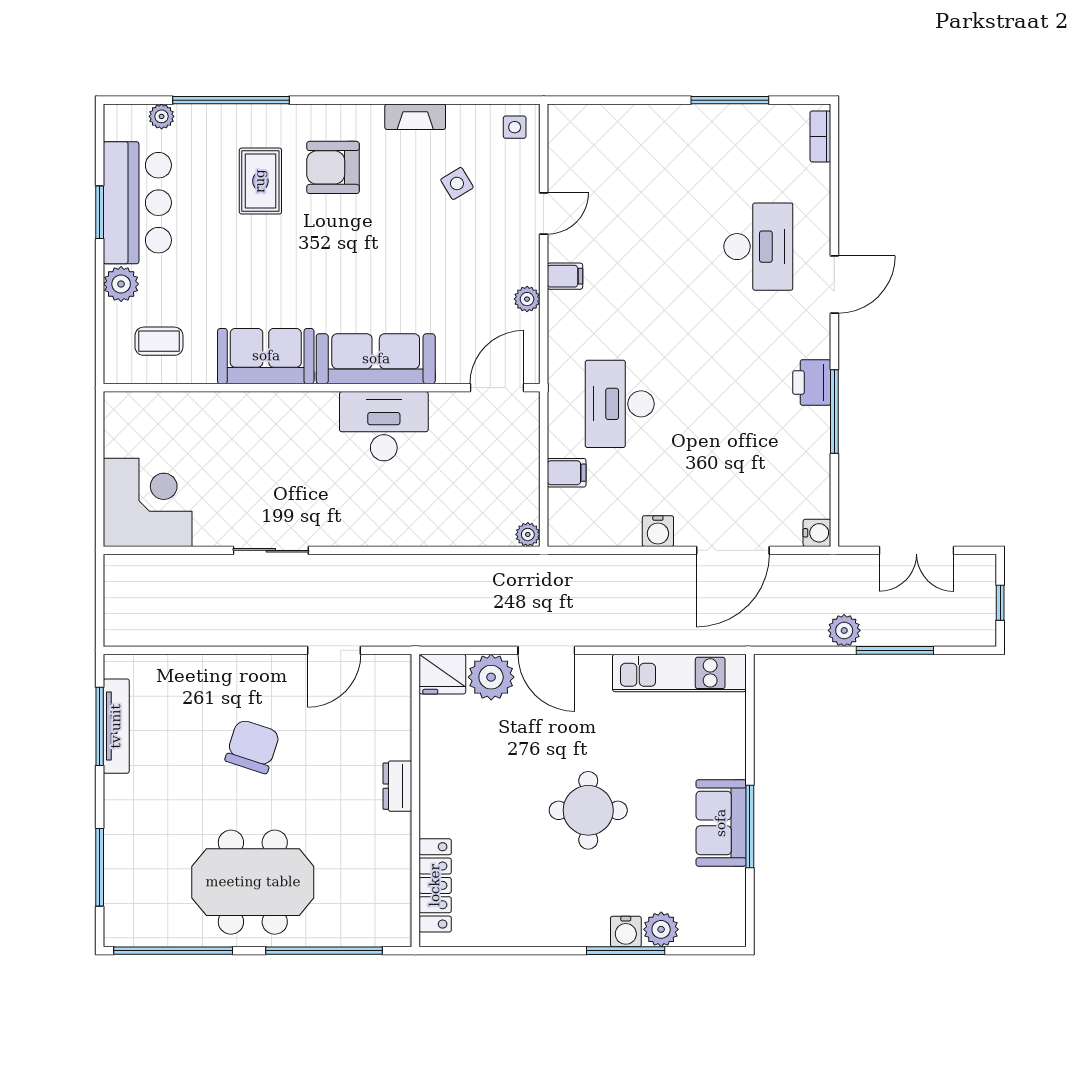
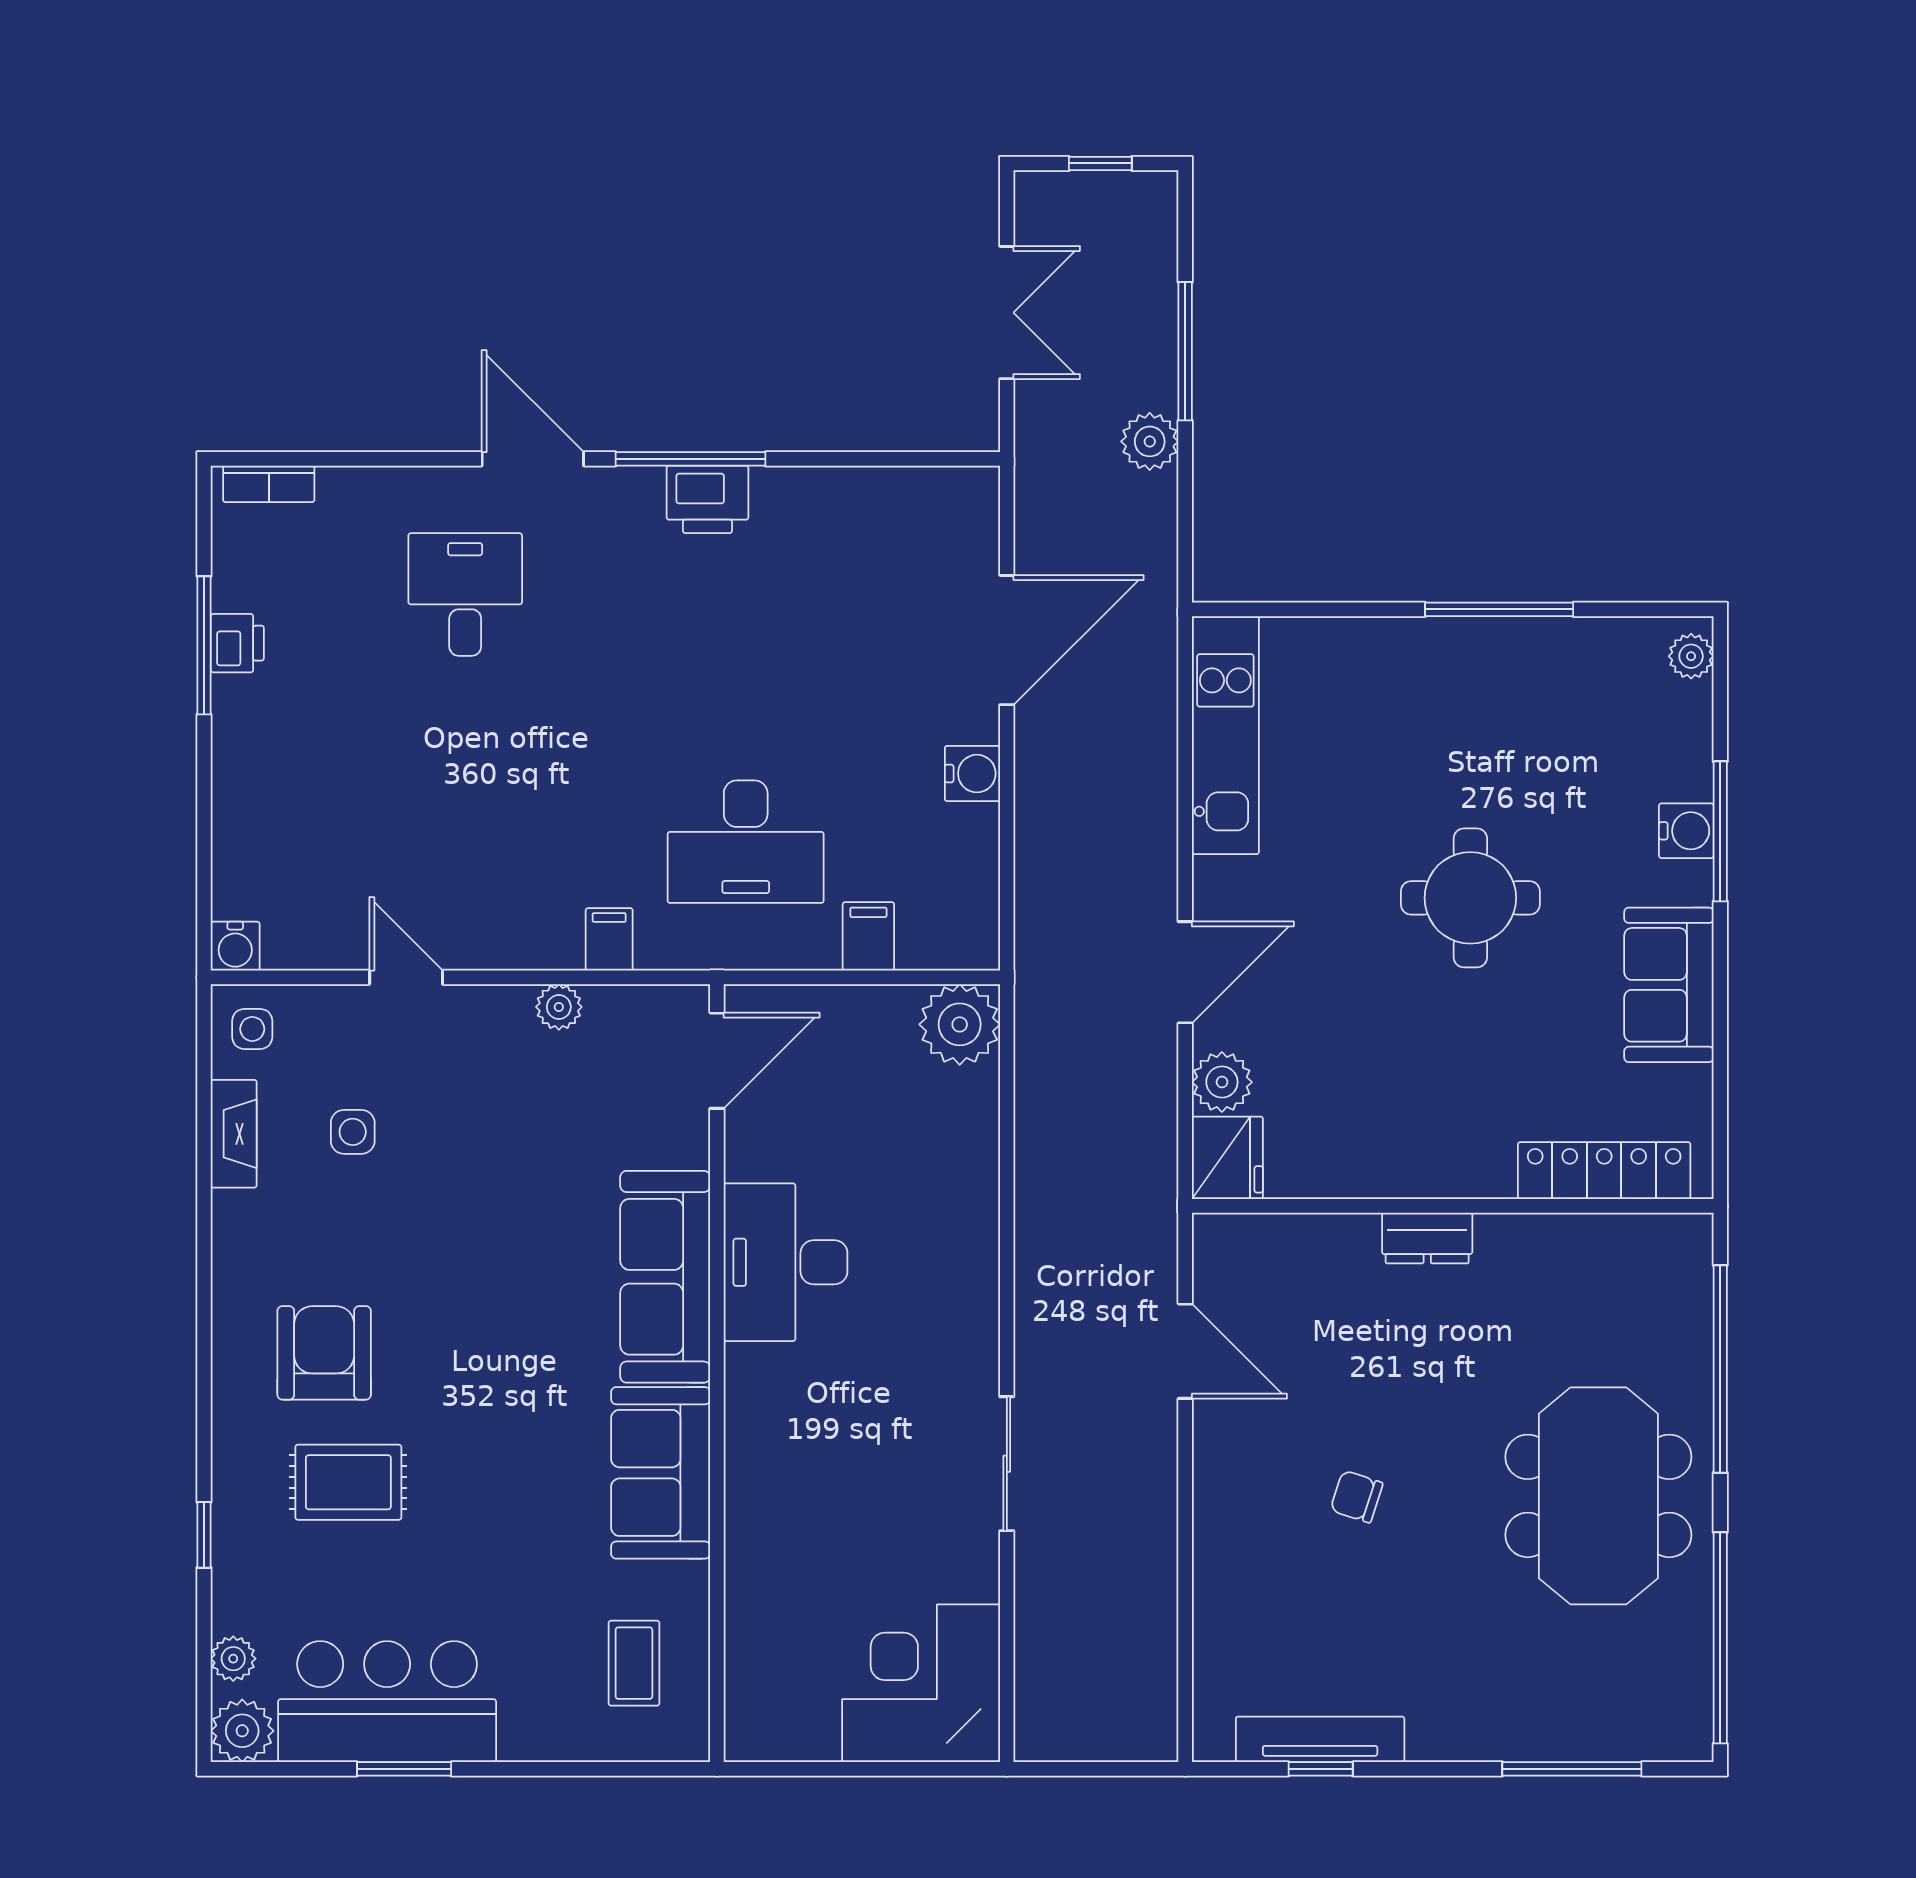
window: (231, 100) -> (204, 1535), width x0.32
fireplace: (415, 117) -> (234, 1134), moved
printer: (731, 119) -> (237, 643), added
armchair: (333, 167) -> (324, 1353), turned 180
side table: (457, 183) -> (353, 1132), turned 31
desk: (758, 247) -> (465, 595), width x0.73
filing cabinet: (565, 276) -> (609, 939), moved
plant: (121, 284) -> (242, 1731), moved
door: (497, 388) -> (717, 1061), swing flipped
window: (834, 412) -> (691, 459), moved
water cooler: (817, 533) -> (235, 946), moved, turned 180
plant: (528, 534) -> (960, 1024), width x1.87, depth x1.87
door: (733, 550) -> (1007, 640), hinge flipped
plant: (491, 677) -> (1222, 1082), width x0.73, depth x0.73
window: (100, 726) -> (1321, 1769), width x0.46
chair: (252, 746) -> (1357, 1497), width x0.54, depth x0.54
sofa: (721, 823) -> (1669, 985), moved, turned 90
plant: (661, 929) -> (1691, 656), moved, width x0.73, depth x0.73

